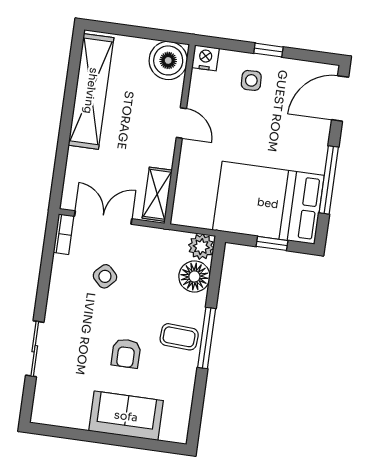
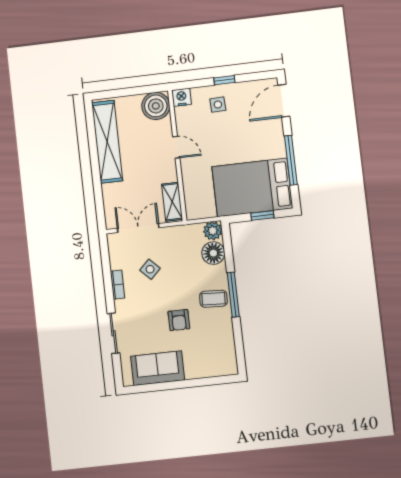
bookcase: (64, 234) -> (117, 285), moved
sofa: (126, 416) -> (158, 368), moved

